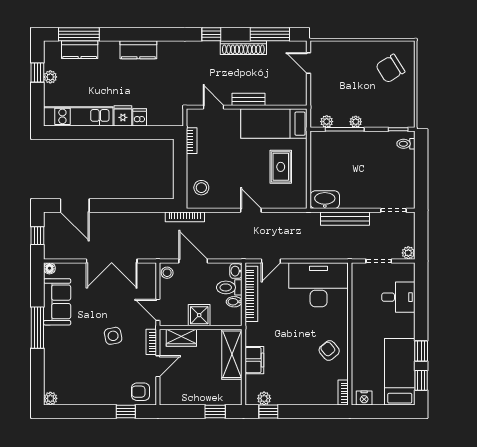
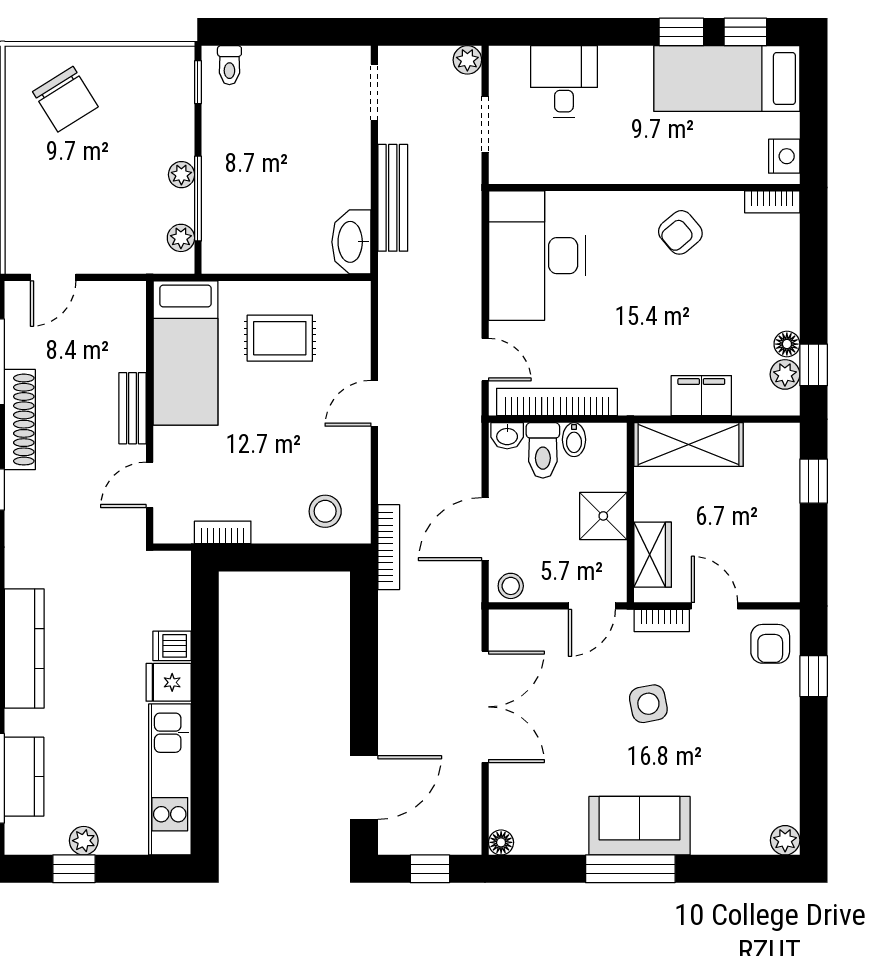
kitchen counter: (138, 50) -> (24, 648), width x1.50
sofa: (57, 302) -> (639, 826), moved
floor lamp: (278, 399) -> (787, 344), added

